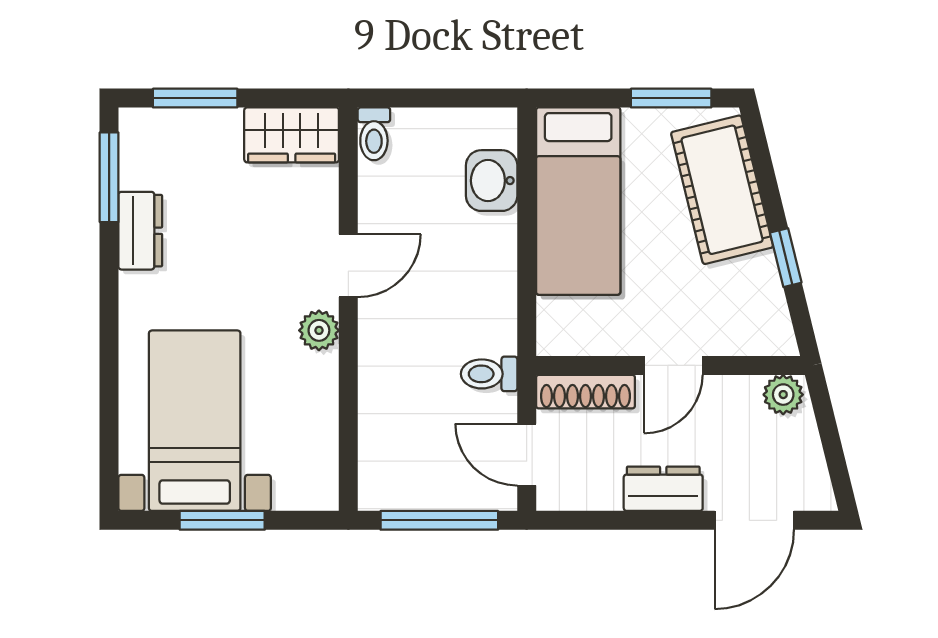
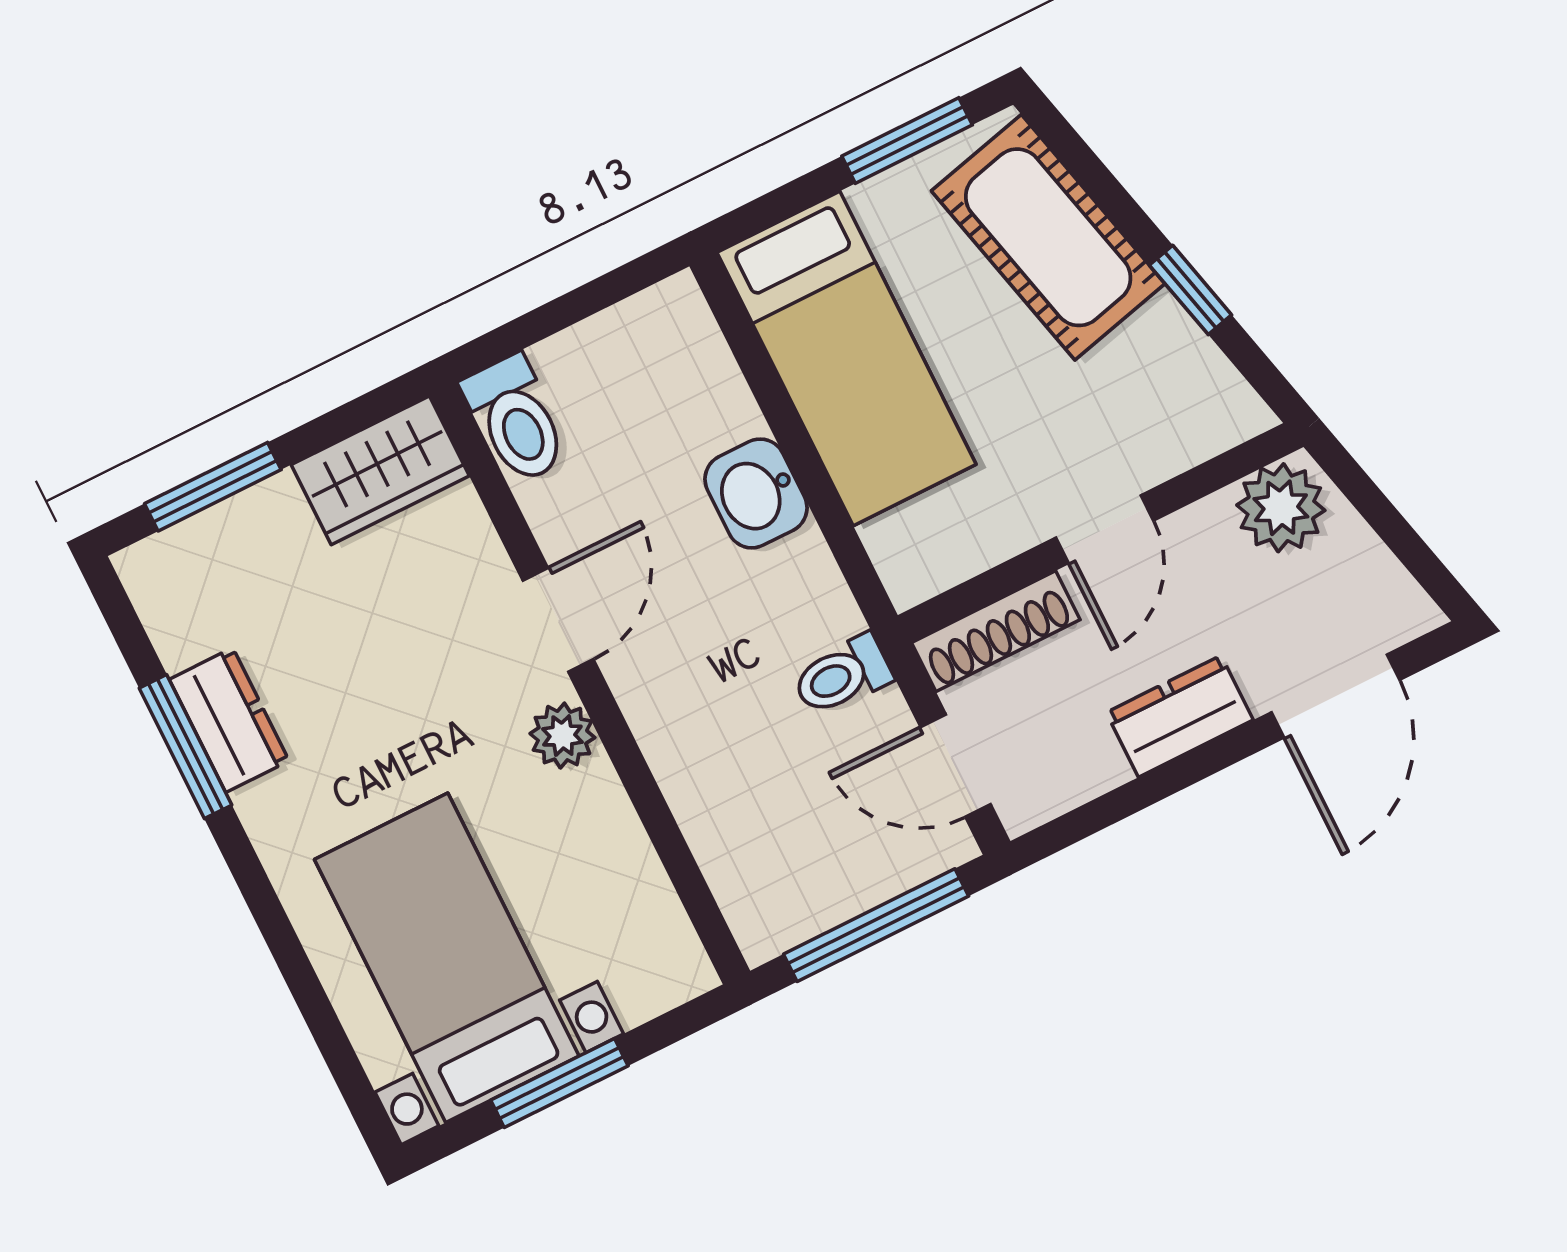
toilet: (374, 134) -> (516, 419), width x1.37, depth x1.39
window: (109, 177) -> (186, 747), moved
washbasin: (492, 181) -> (756, 493), moved
plant: (783, 395) -> (1281, 508), width x1.38, depth x1.38

